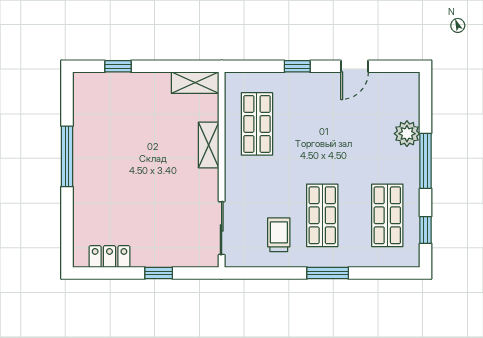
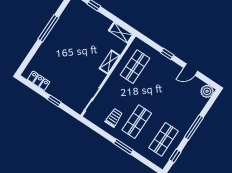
plant: (407, 134) -> (207, 91), moved

